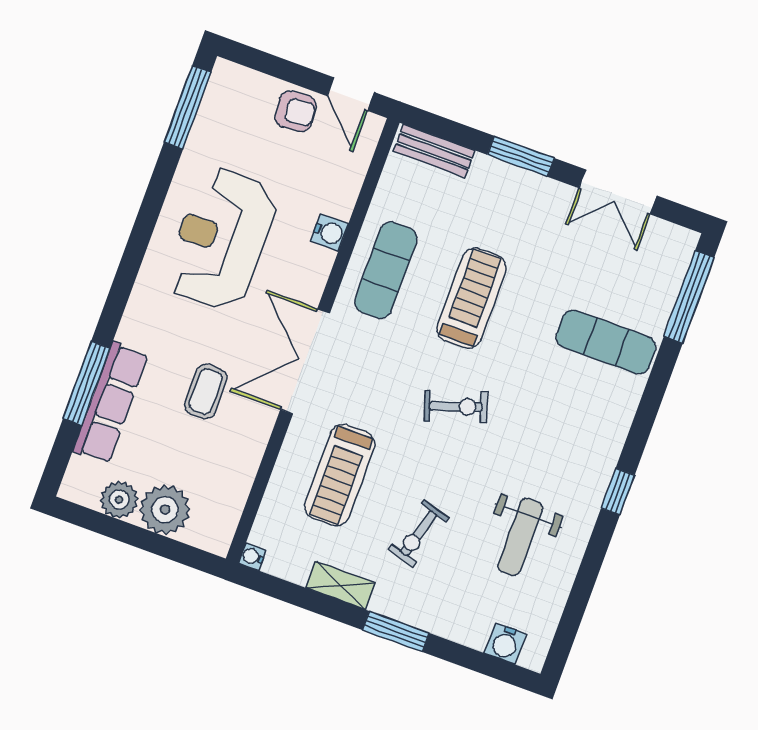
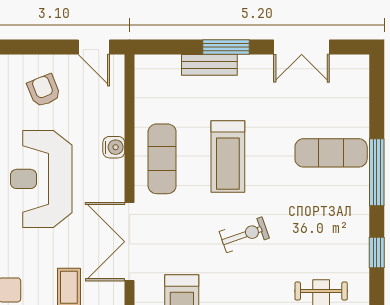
armchair: (295, 111) -> (44, 91), moved, turned -106
bench: (434, 151) -> (209, 65), moved
window: (689, 297) -> (377, 172), moved
treadmill: (472, 298) -> (228, 157), turned 180

